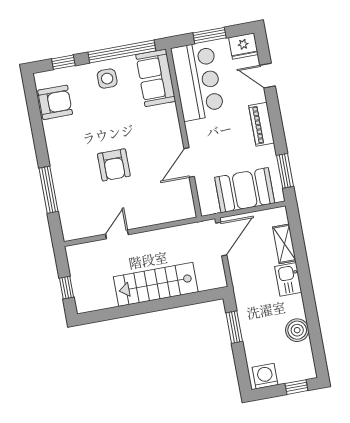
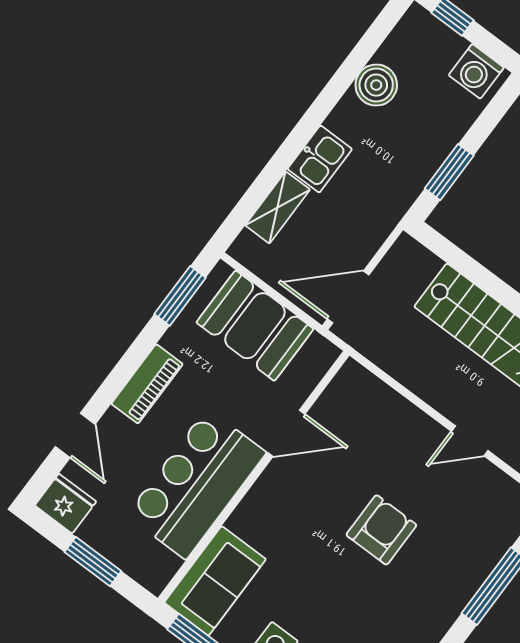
bar counter: (198, 81) -> (196, 484), moved

